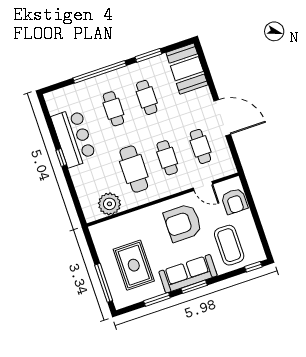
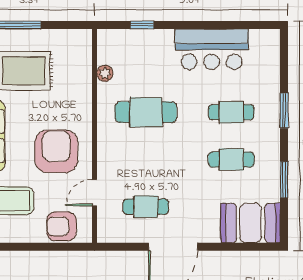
window: (100, 72) -> (284, 111), width x0.47
window: (61, 158) -> (142, 25), moved
cafe table: (167, 158) -> (146, 159), removed
plant: (109, 204) -> (105, 73), width x0.53, depth x0.53

